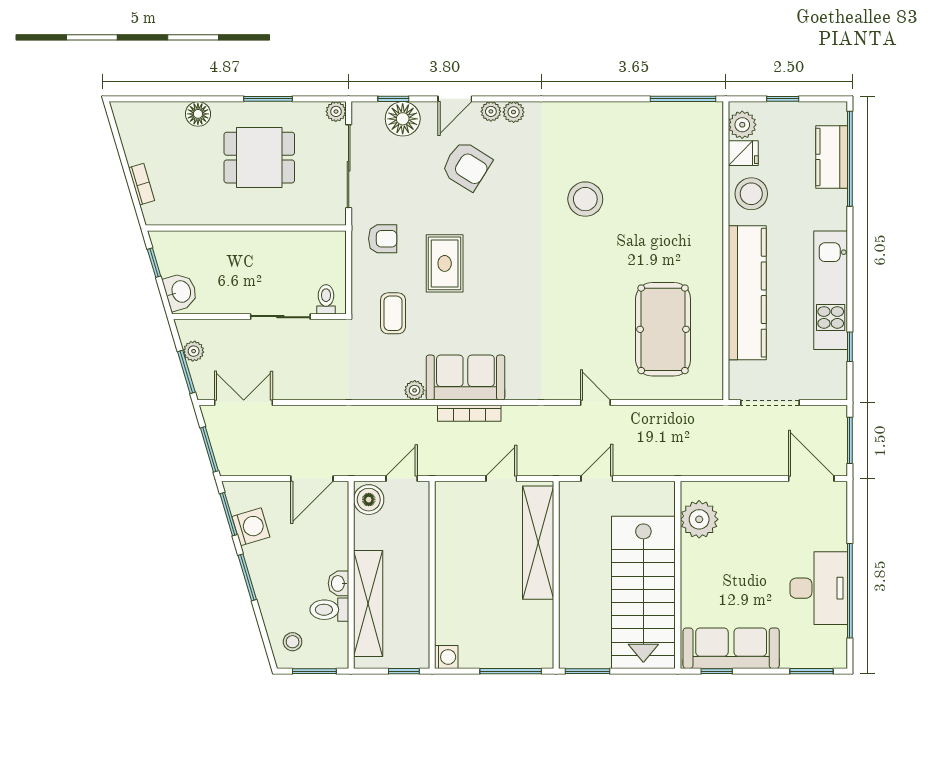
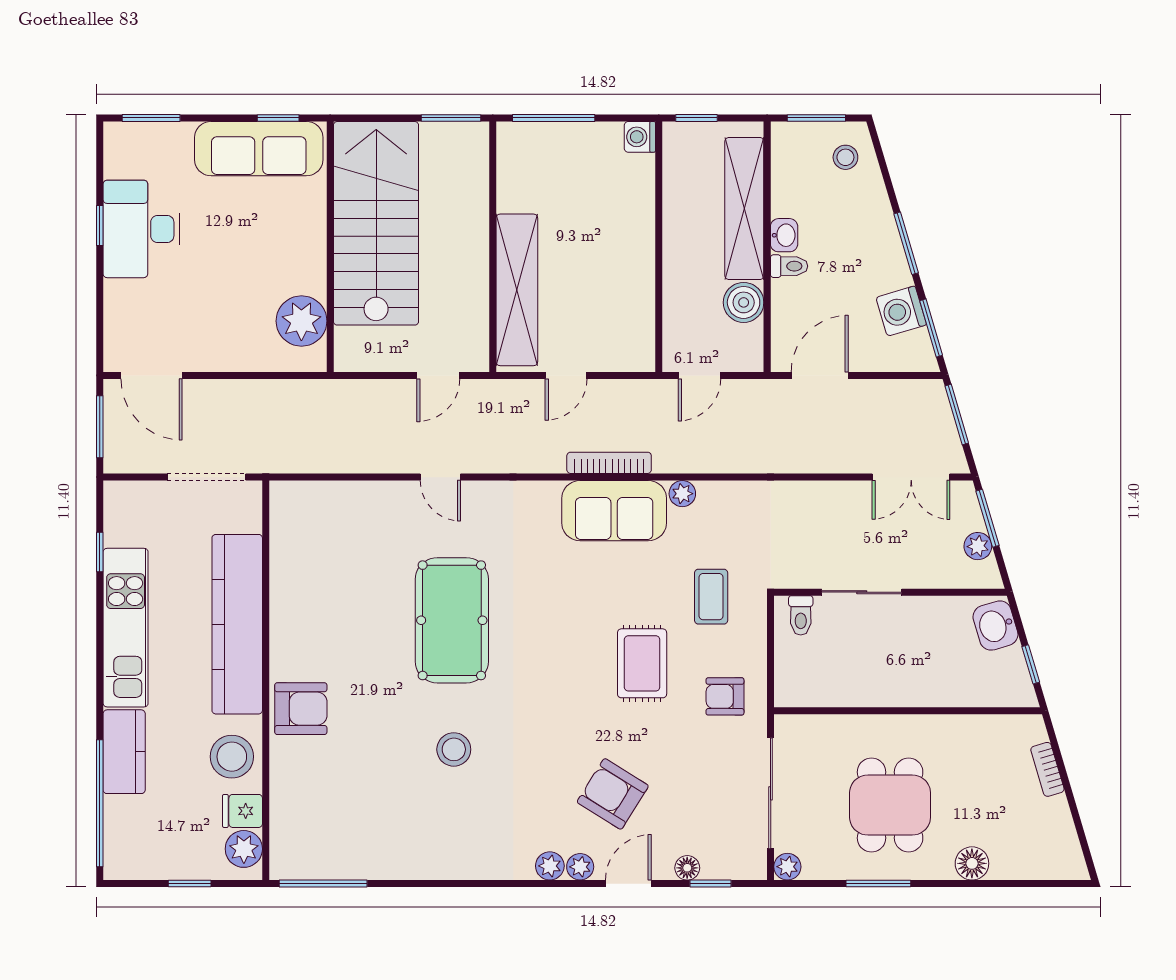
floor lamp: (403, 119) -> (687, 868), width x0.53, depth x0.53
kitchen counter: (832, 157) -> (124, 752), moved
dining table: (259, 158) -> (890, 805), turned 90
stool: (585, 199) -> (454, 749), width x0.73, depth x0.73
armchair: (700, 230) -> (301, 709), added
pool table: (663, 329) -> (452, 620), moved
boiler: (369, 500) -> (744, 302), moved
window: (850, 591) -> (100, 225), width x0.32
toilet: (329, 610) -> (789, 266), moved, width x0.73, depth x0.72

